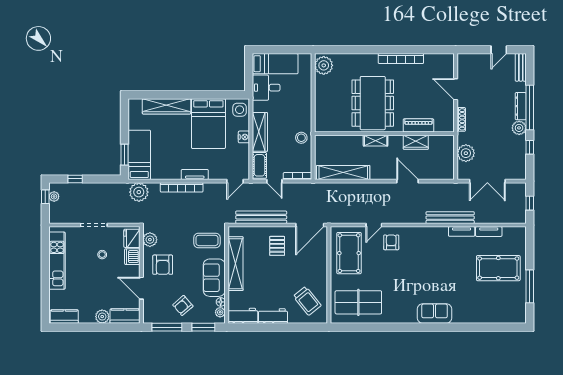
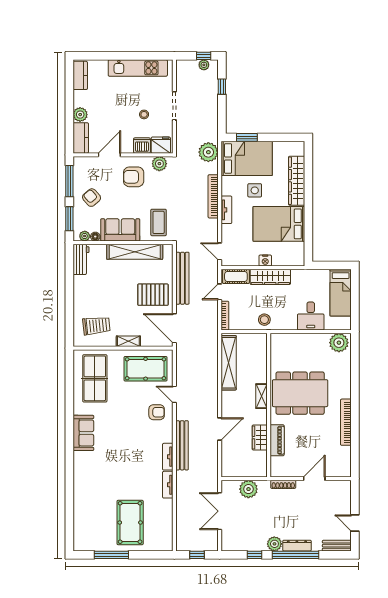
desk: (266, 88) -> (311, 316), moved, turned 180
side table: (240, 110) -> (255, 190), moved
bed: (139, 155) -> (247, 158), width x1.50
bench: (450, 218) -> (182, 445), moved
tv unit: (489, 232) -> (168, 457), moved
pallet: (277, 246) -> (153, 295), width x1.50, depth x1.42
shelving: (322, 270) -> (128, 341), added
trolley: (307, 301) -> (96, 326), turned -147
sofa: (435, 314) -> (83, 433), moved
workbench: (273, 316) -> (81, 290), removed

